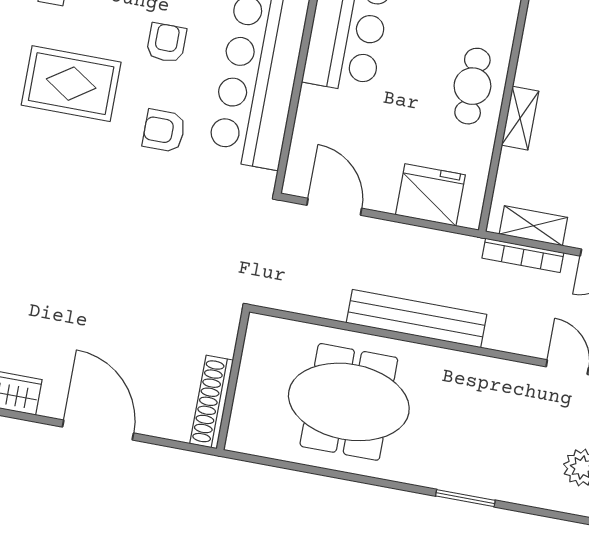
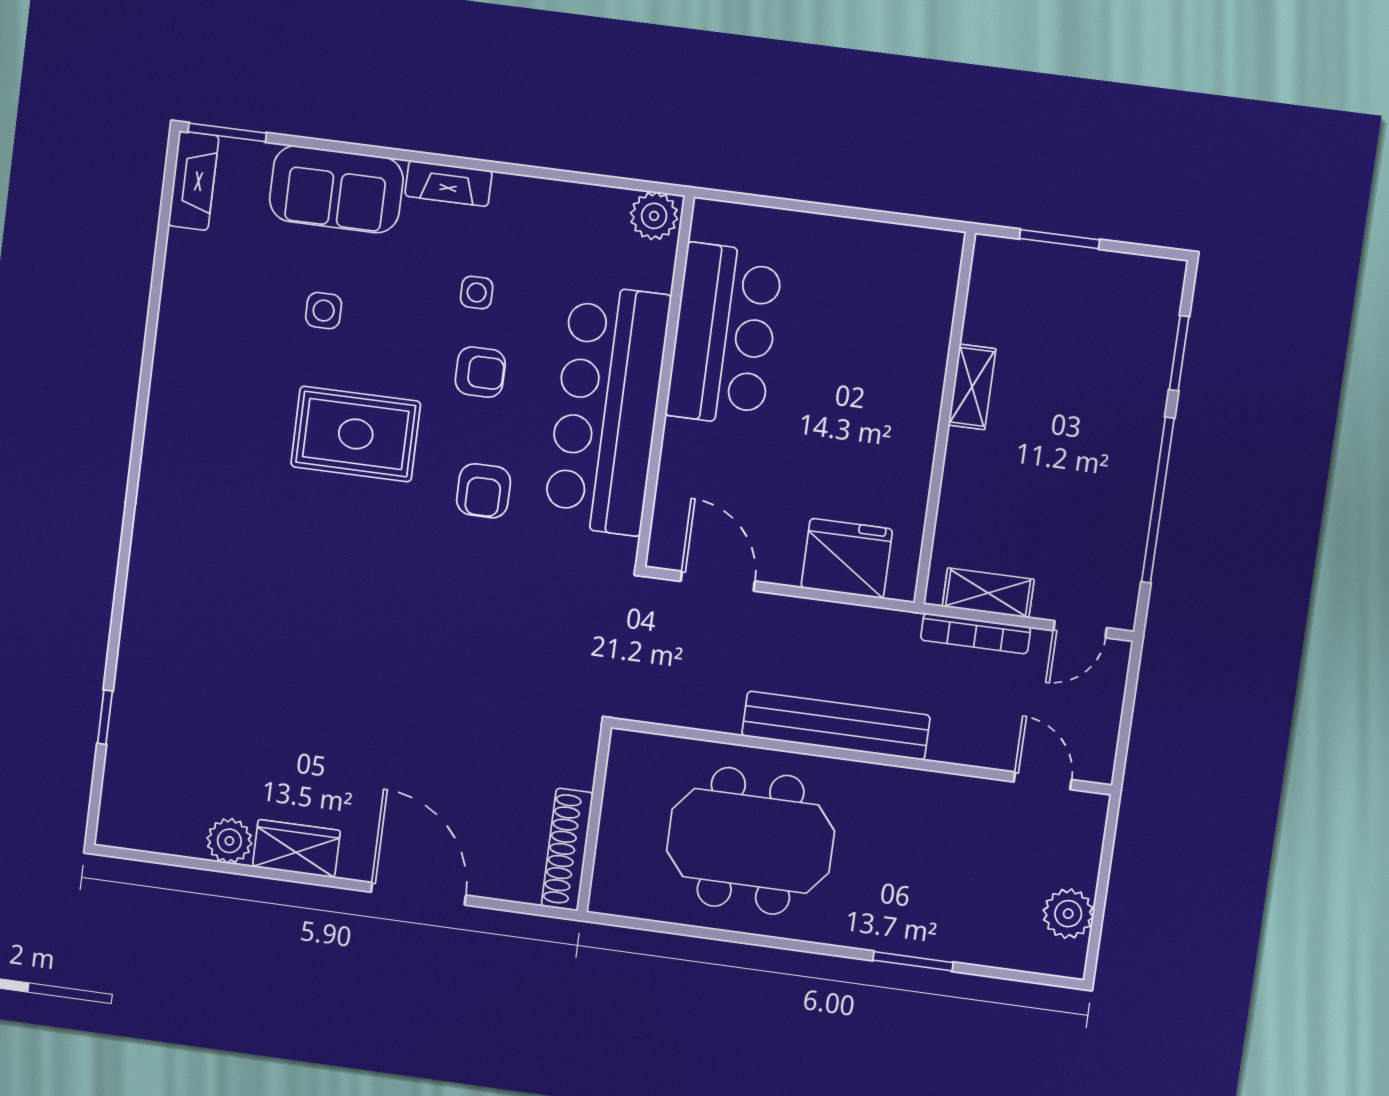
armchair: (166, 43) -> (480, 372), turned 90
cafe table: (472, 86) -> (897, 408), removed
shelving: (520, 118) -> (972, 387), moved
armchair: (164, 131) -> (484, 491), turned -90

